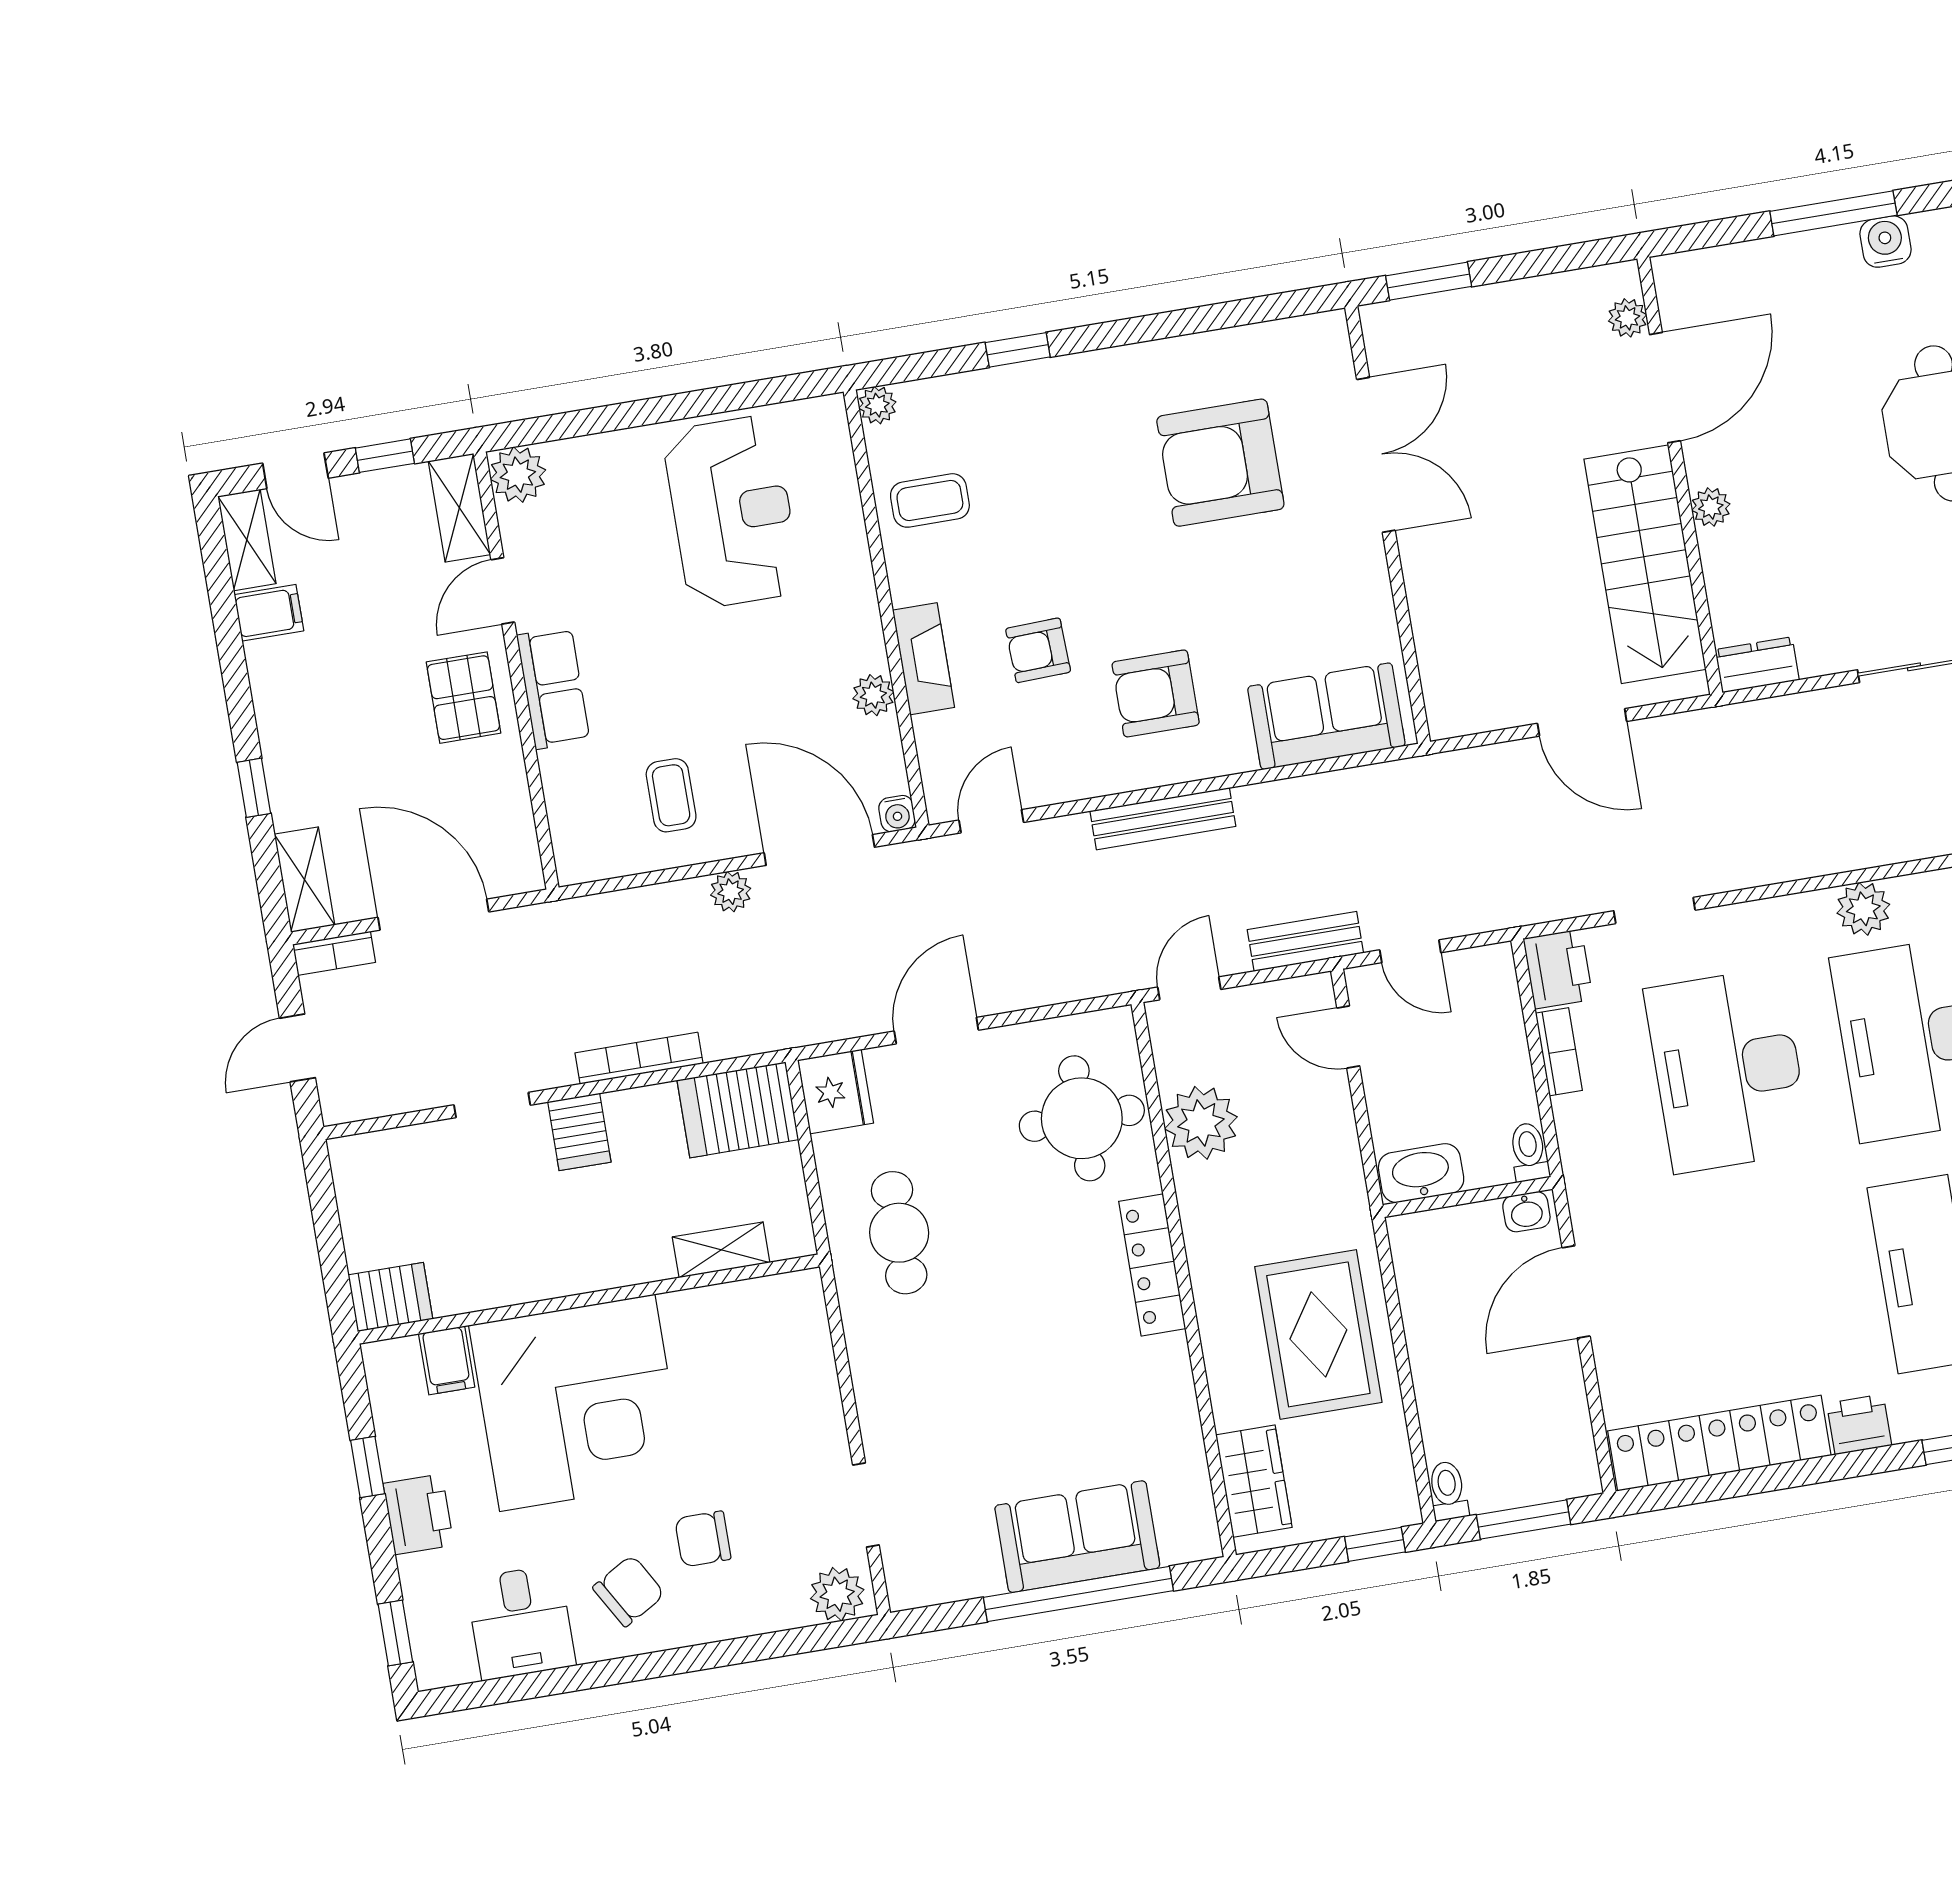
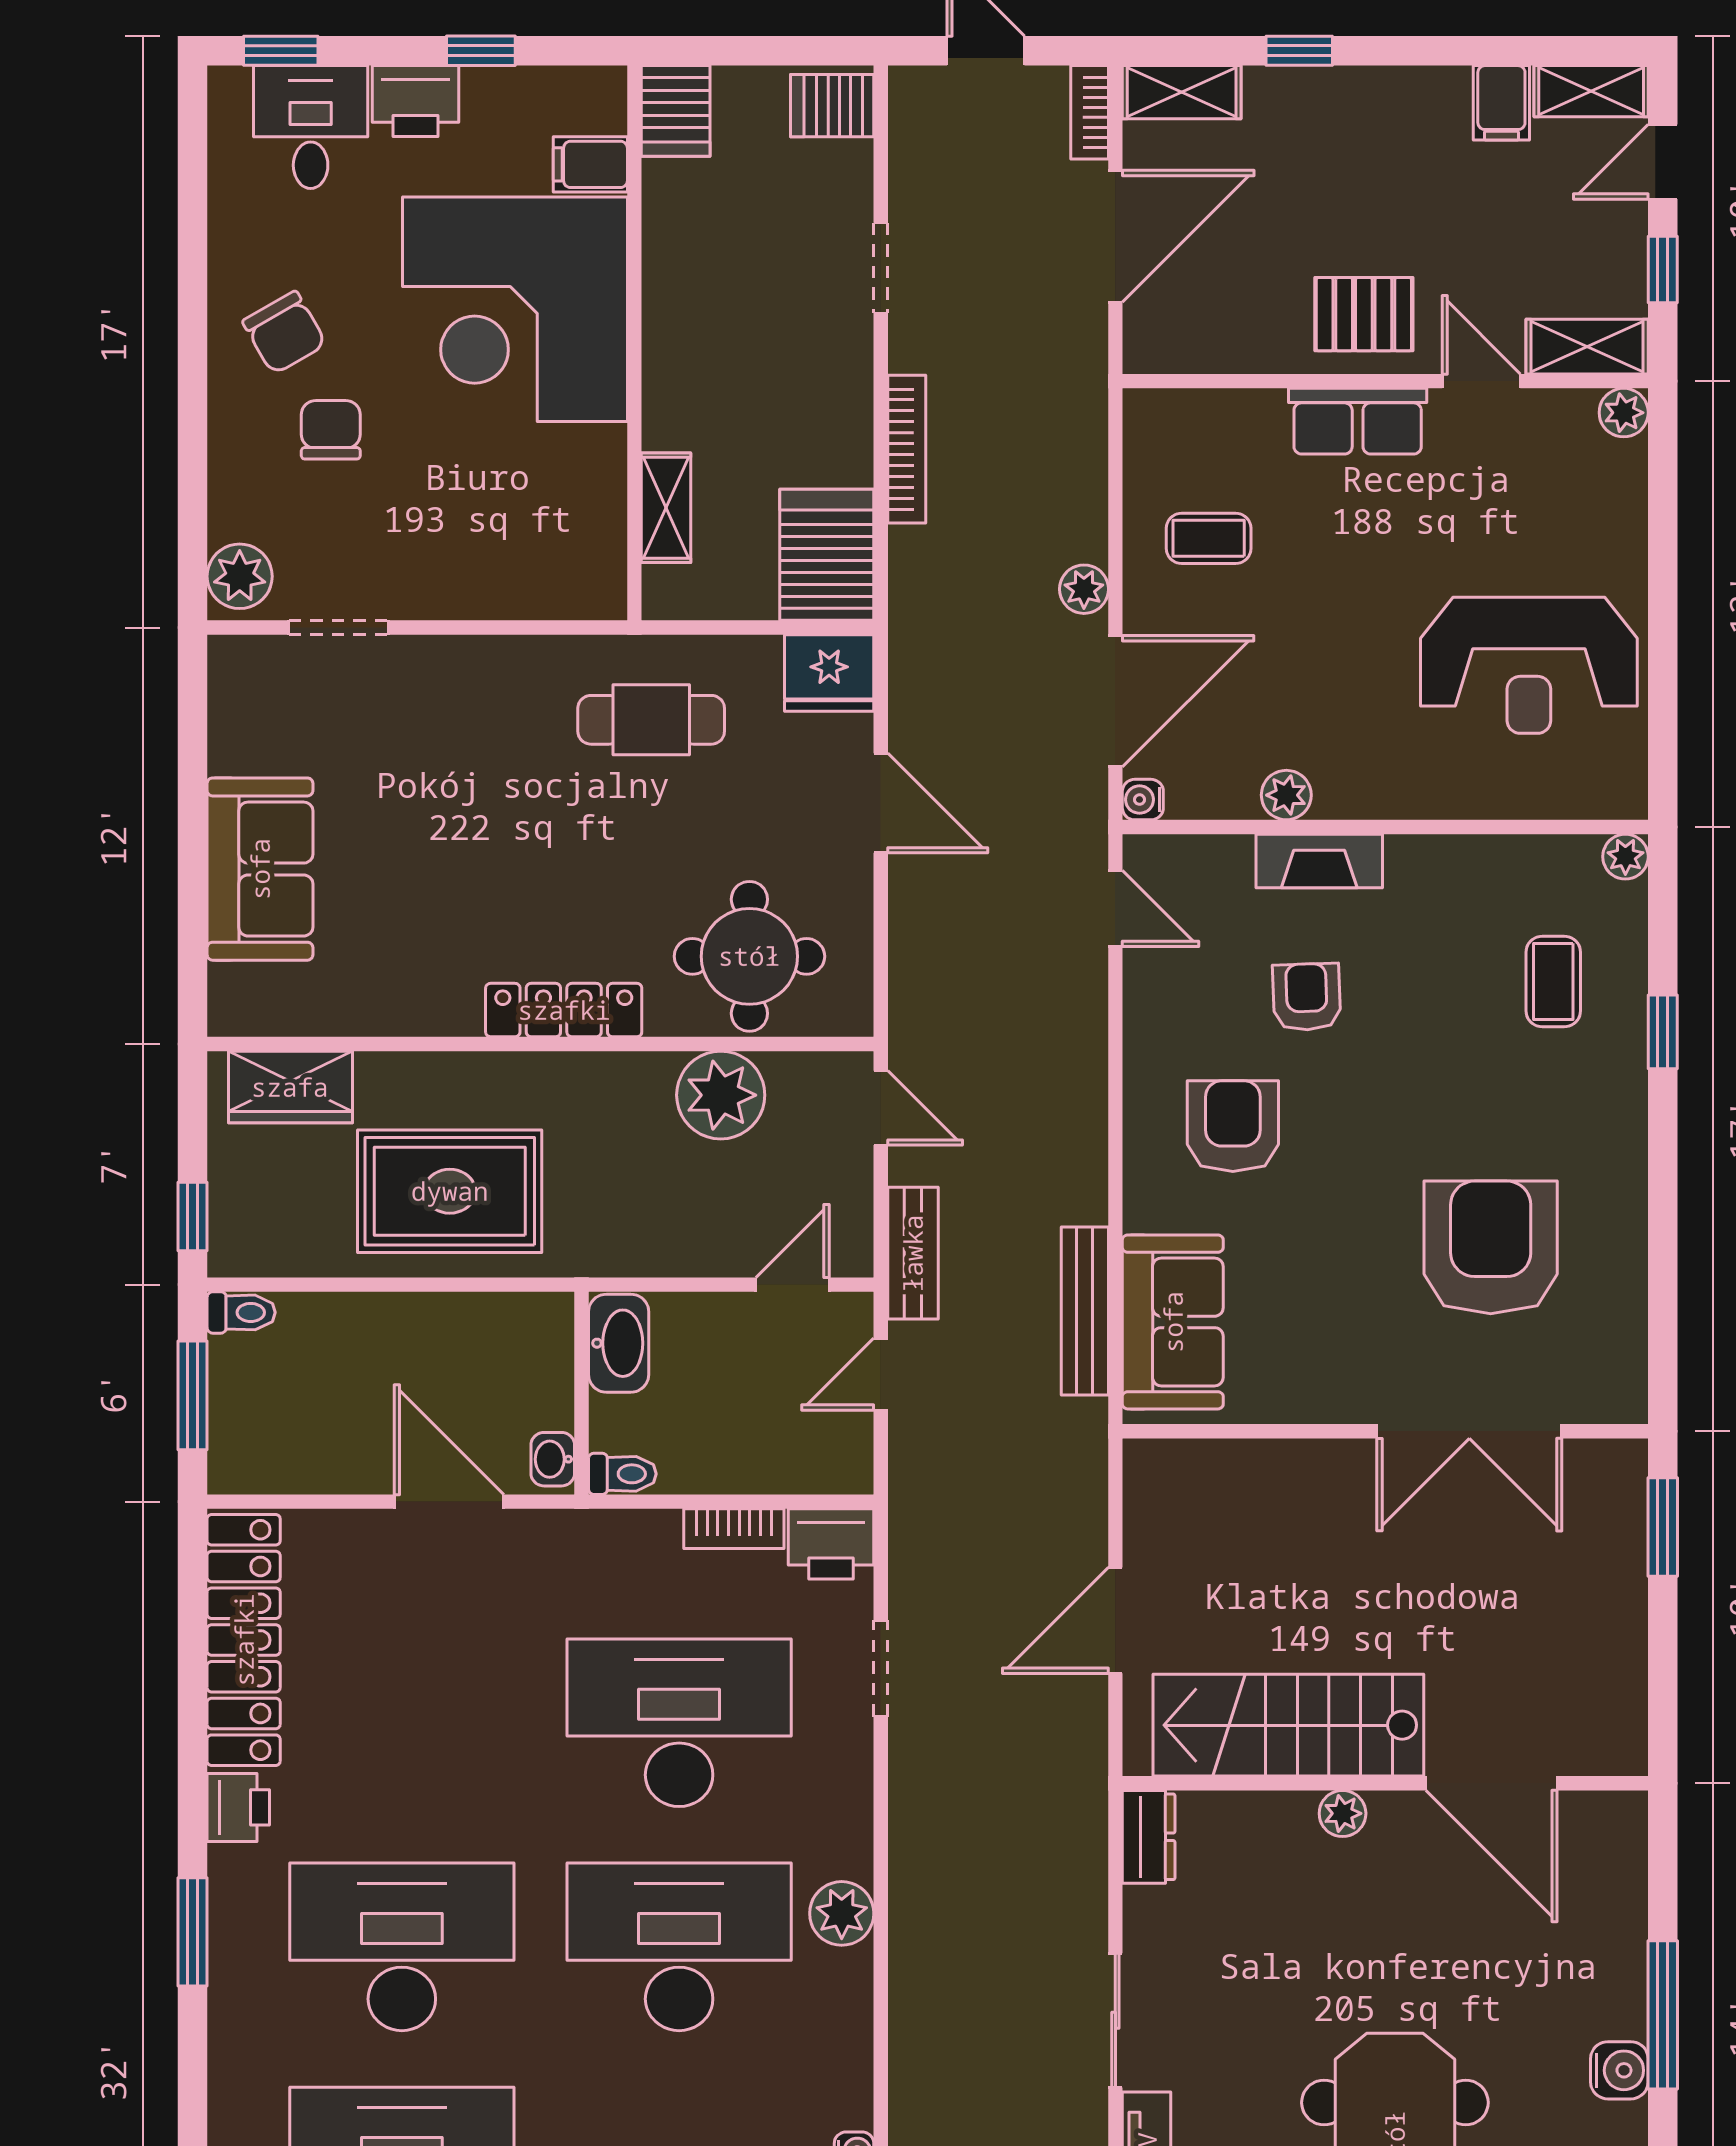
plant: (1628, 318) -> (1581, 1753), removed
plant: (518, 475) -> (1624, 413), width x0.73, depth x0.73
coffee table: (930, 500) -> (1553, 982), moved
bench: (1163, 819) -> (1085, 1311), moved
server rack: (579, 1132) -> (832, 106), moved
window: (1078, 1594) -> (193, 859), removed
desk: (521, 1622) -> (311, 127), moved, turned 90

